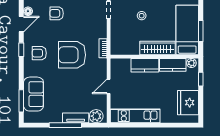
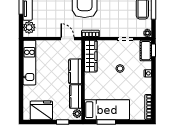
wardrobe: (157, 48) -> (91, 56), moved
door: (109, 86) -> (67, 39), moved

